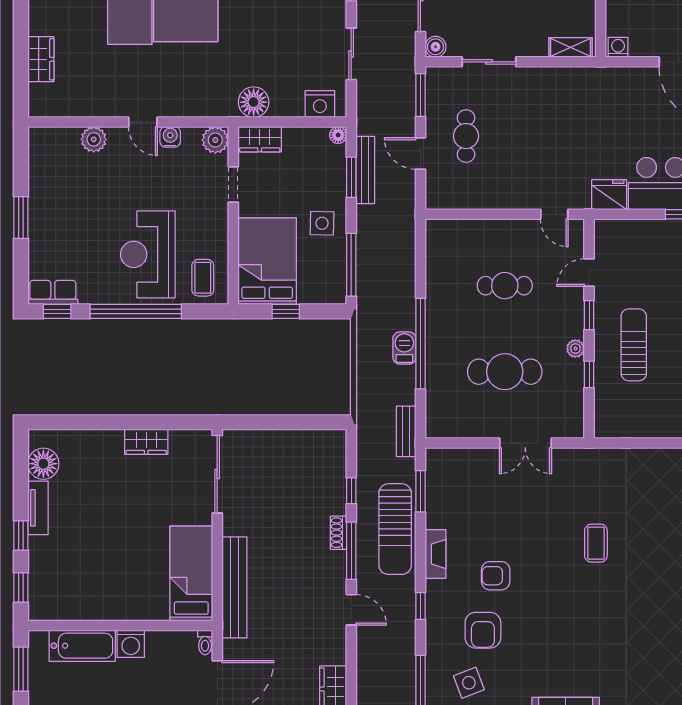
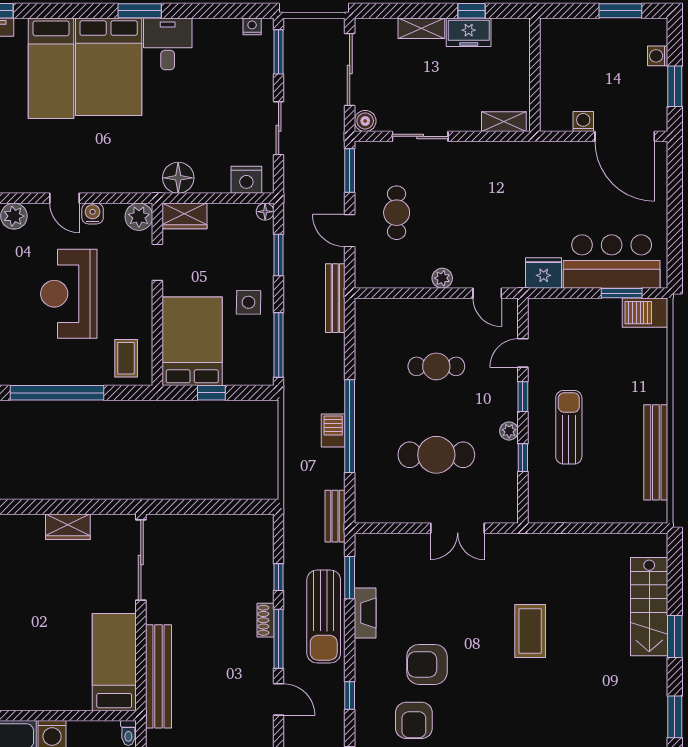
washing machine: (618, 47) -> (583, 122), moved
bench: (365, 170) -> (335, 298), moved
plant: (510, 200) -> (442, 278), added
reception desk: (148, 254) -> (69, 294), moved
coffee table: (596, 543) -> (530, 631), width x1.36, depth x1.30
fireplace: (436, 554) -> (365, 613), moved
armchair: (496, 576) -> (427, 664), width x1.38, depth x1.38

